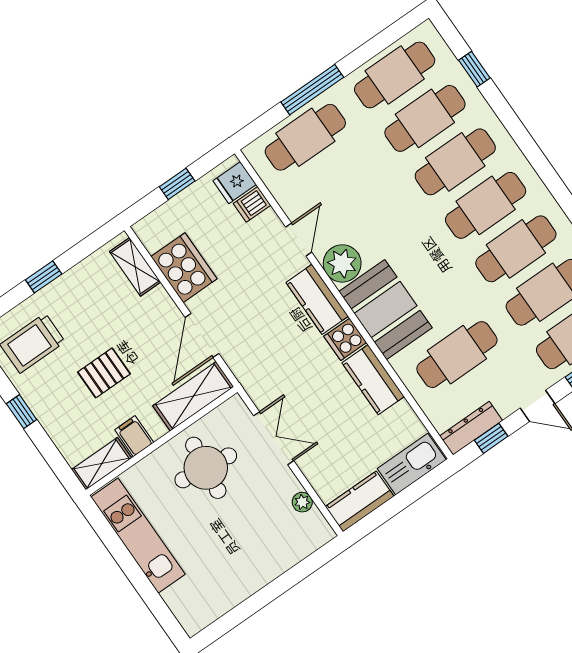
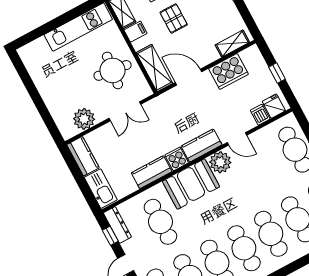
plant: (302, 502) -> (84, 119), width x1.88, depth x1.88

